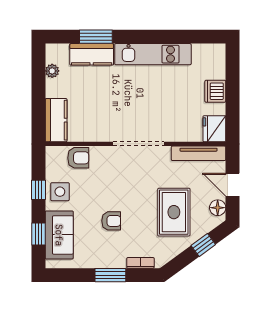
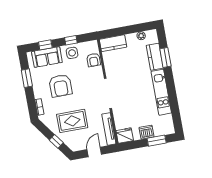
window: (233, 77) -> (157, 141), added
floor lamp: (218, 208) -> (79, 146), removed
armchair: (111, 221) -> (61, 86), width x1.88, depth x1.88
window: (110, 275) -> (27, 78), moved

